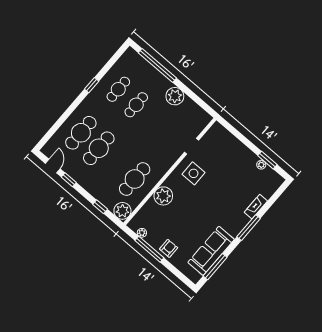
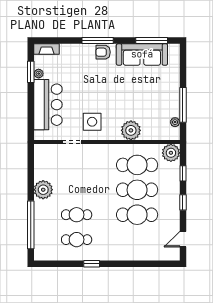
cafe table: (81, 133) -> (137, 190), moved
bar counter: (233, 152) -> (48, 105), added
window: (69, 180) -> (183, 202), moved
fireplace: (256, 207) -> (47, 49), moved
armchair: (169, 248) -> (103, 52), moved

